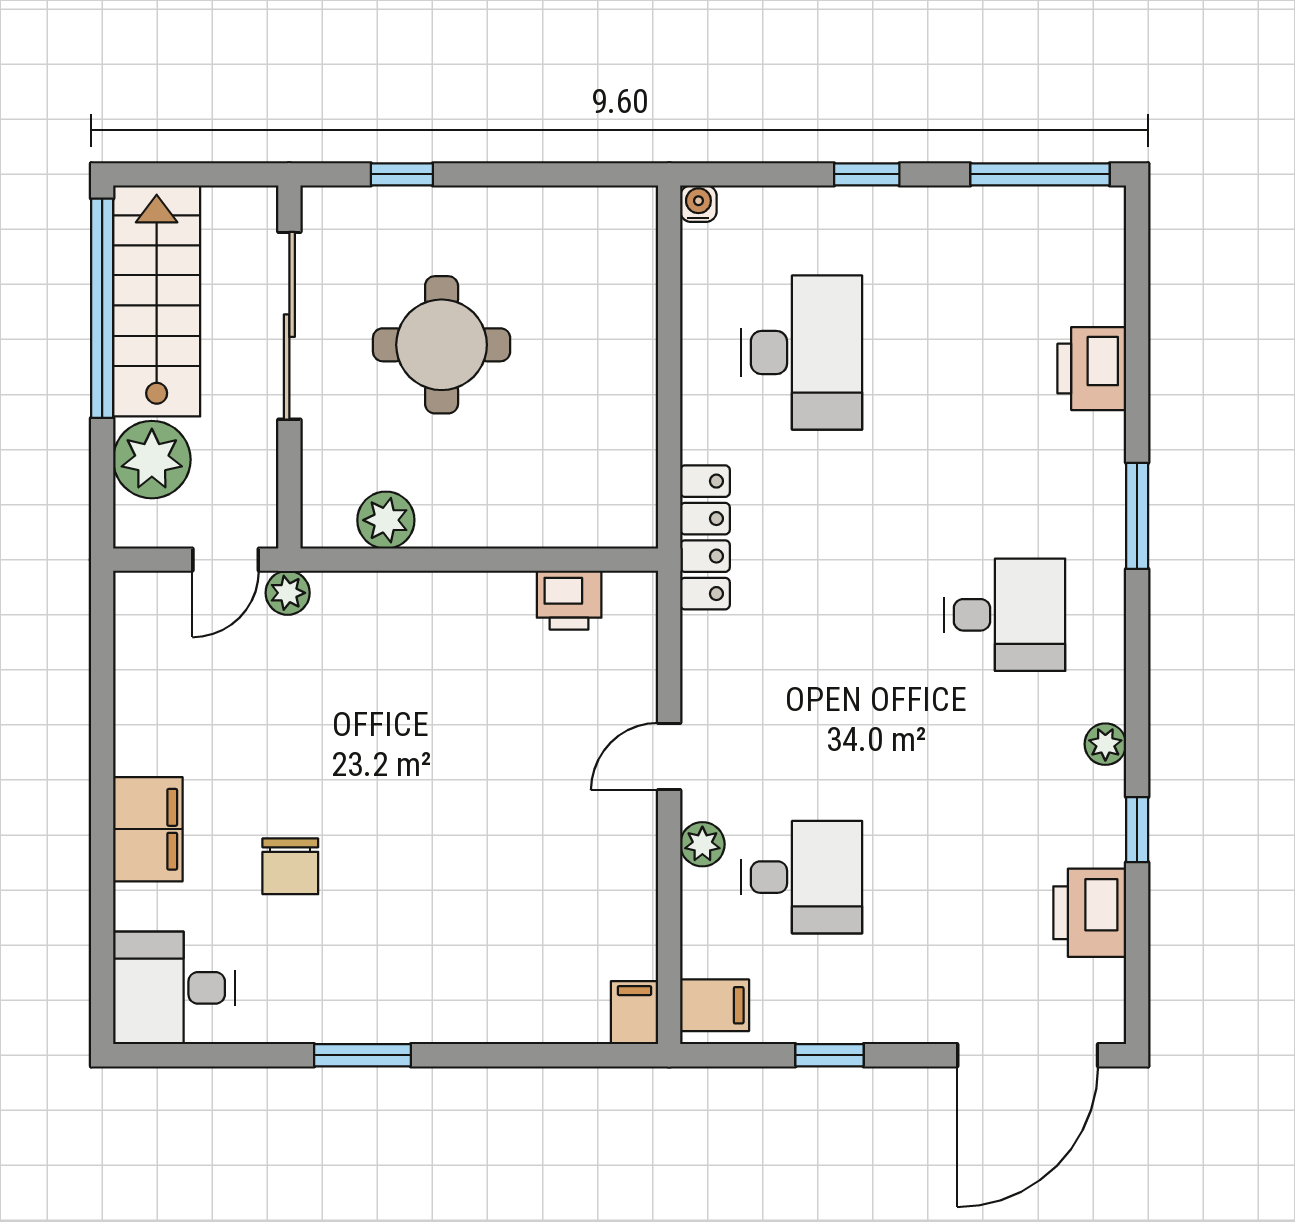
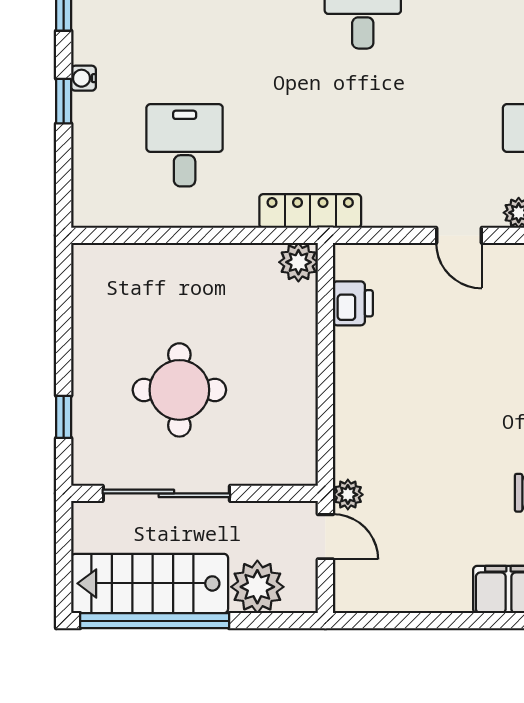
water cooler: (698, 204) -> (83, 78), moved
desk: (802, 352) -> (185, 145), width x0.73
plant: (386, 520) -> (298, 262), moved

